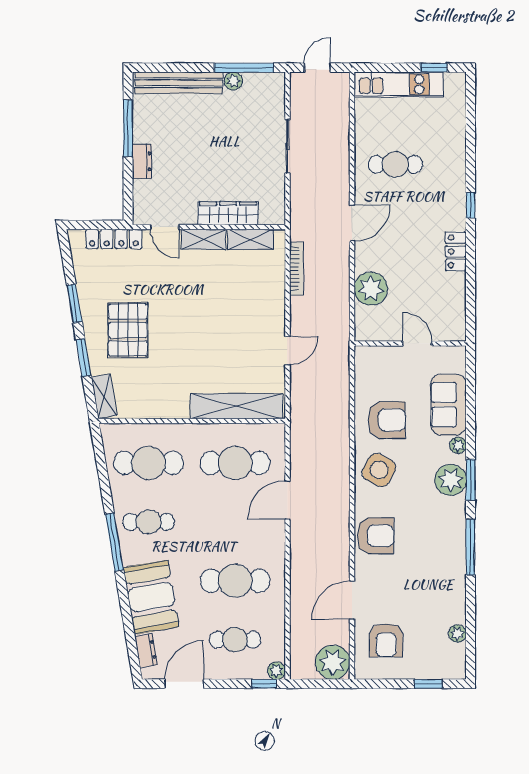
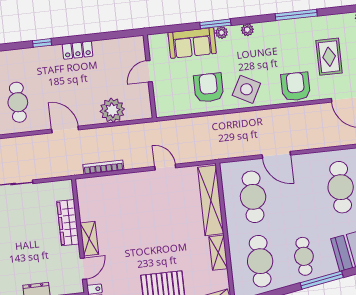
shelving: (250, 239) -> (218, 253), moved
plant: (451, 480) -> (247, 30), width x0.53, depth x0.53
window: (471, 480) -> (215, 24), moved
rug: (410, 585) -> (329, 57), added

